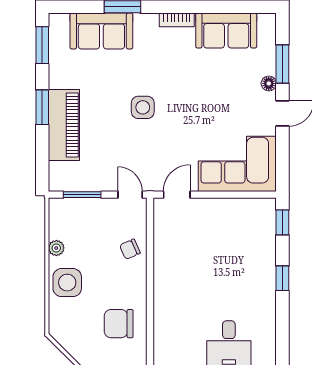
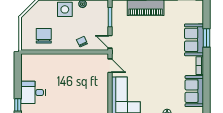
sofa: (101, 31) -> (194, 40), moved
side table: (143, 107) -> (155, 48), removed
door: (130, 195) -> (110, 42), swing flipped

